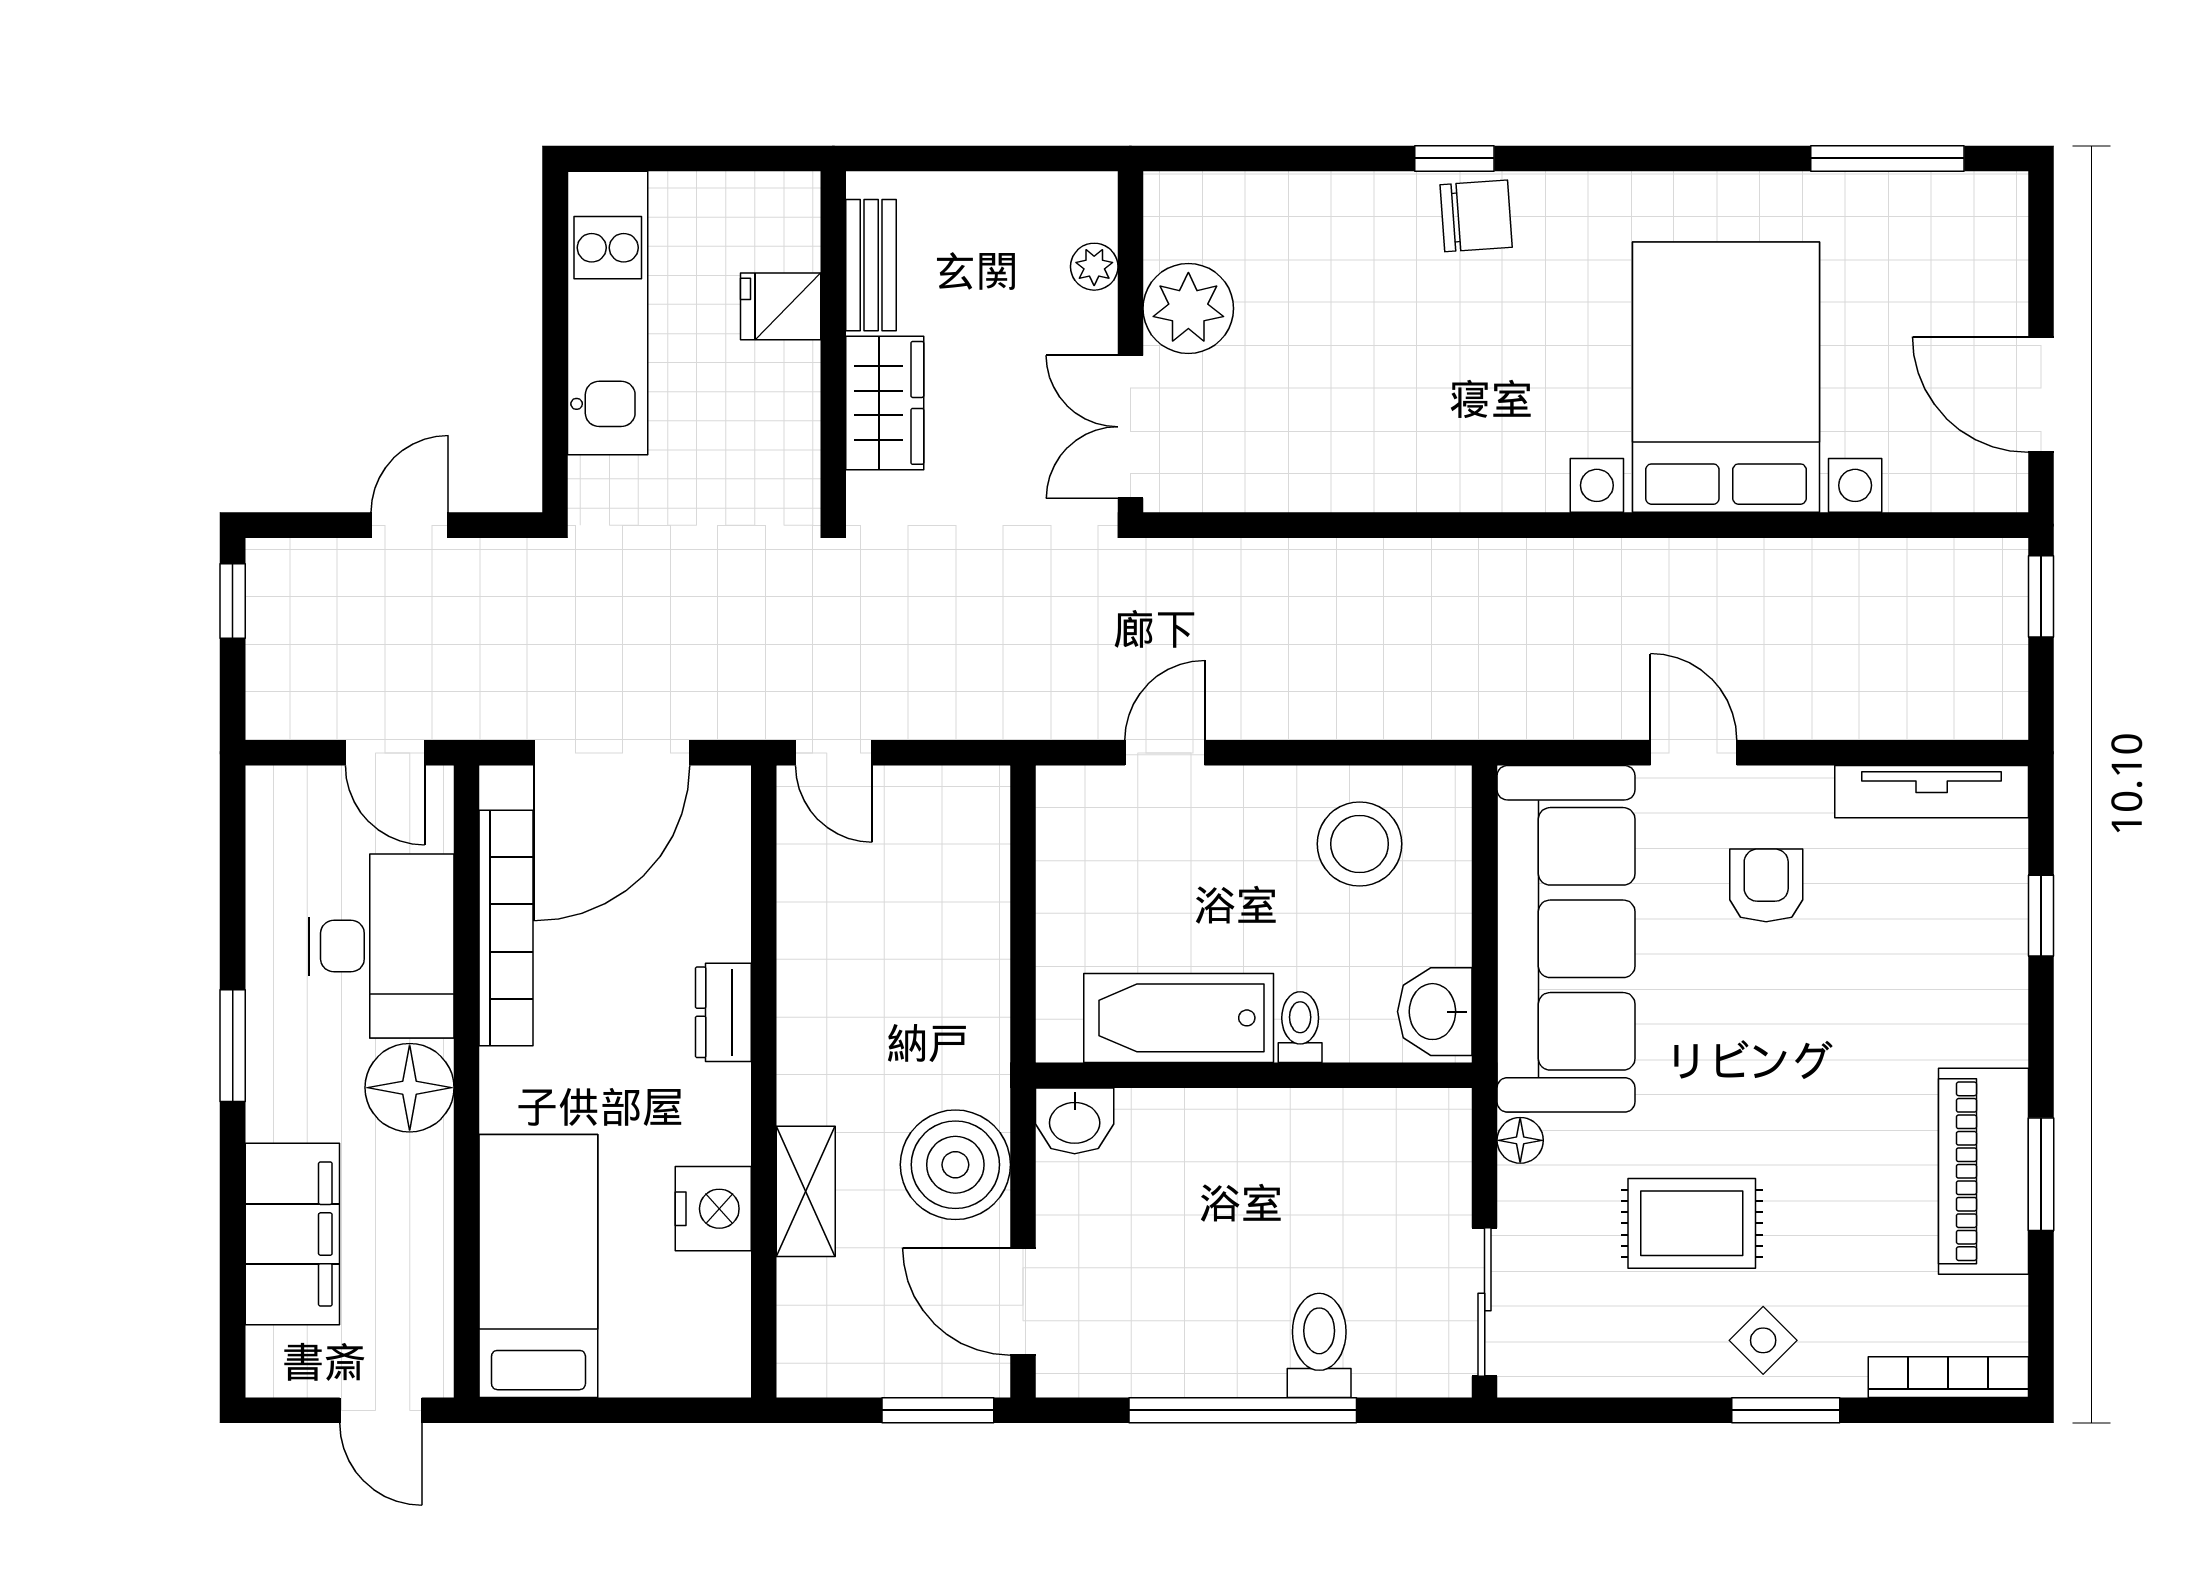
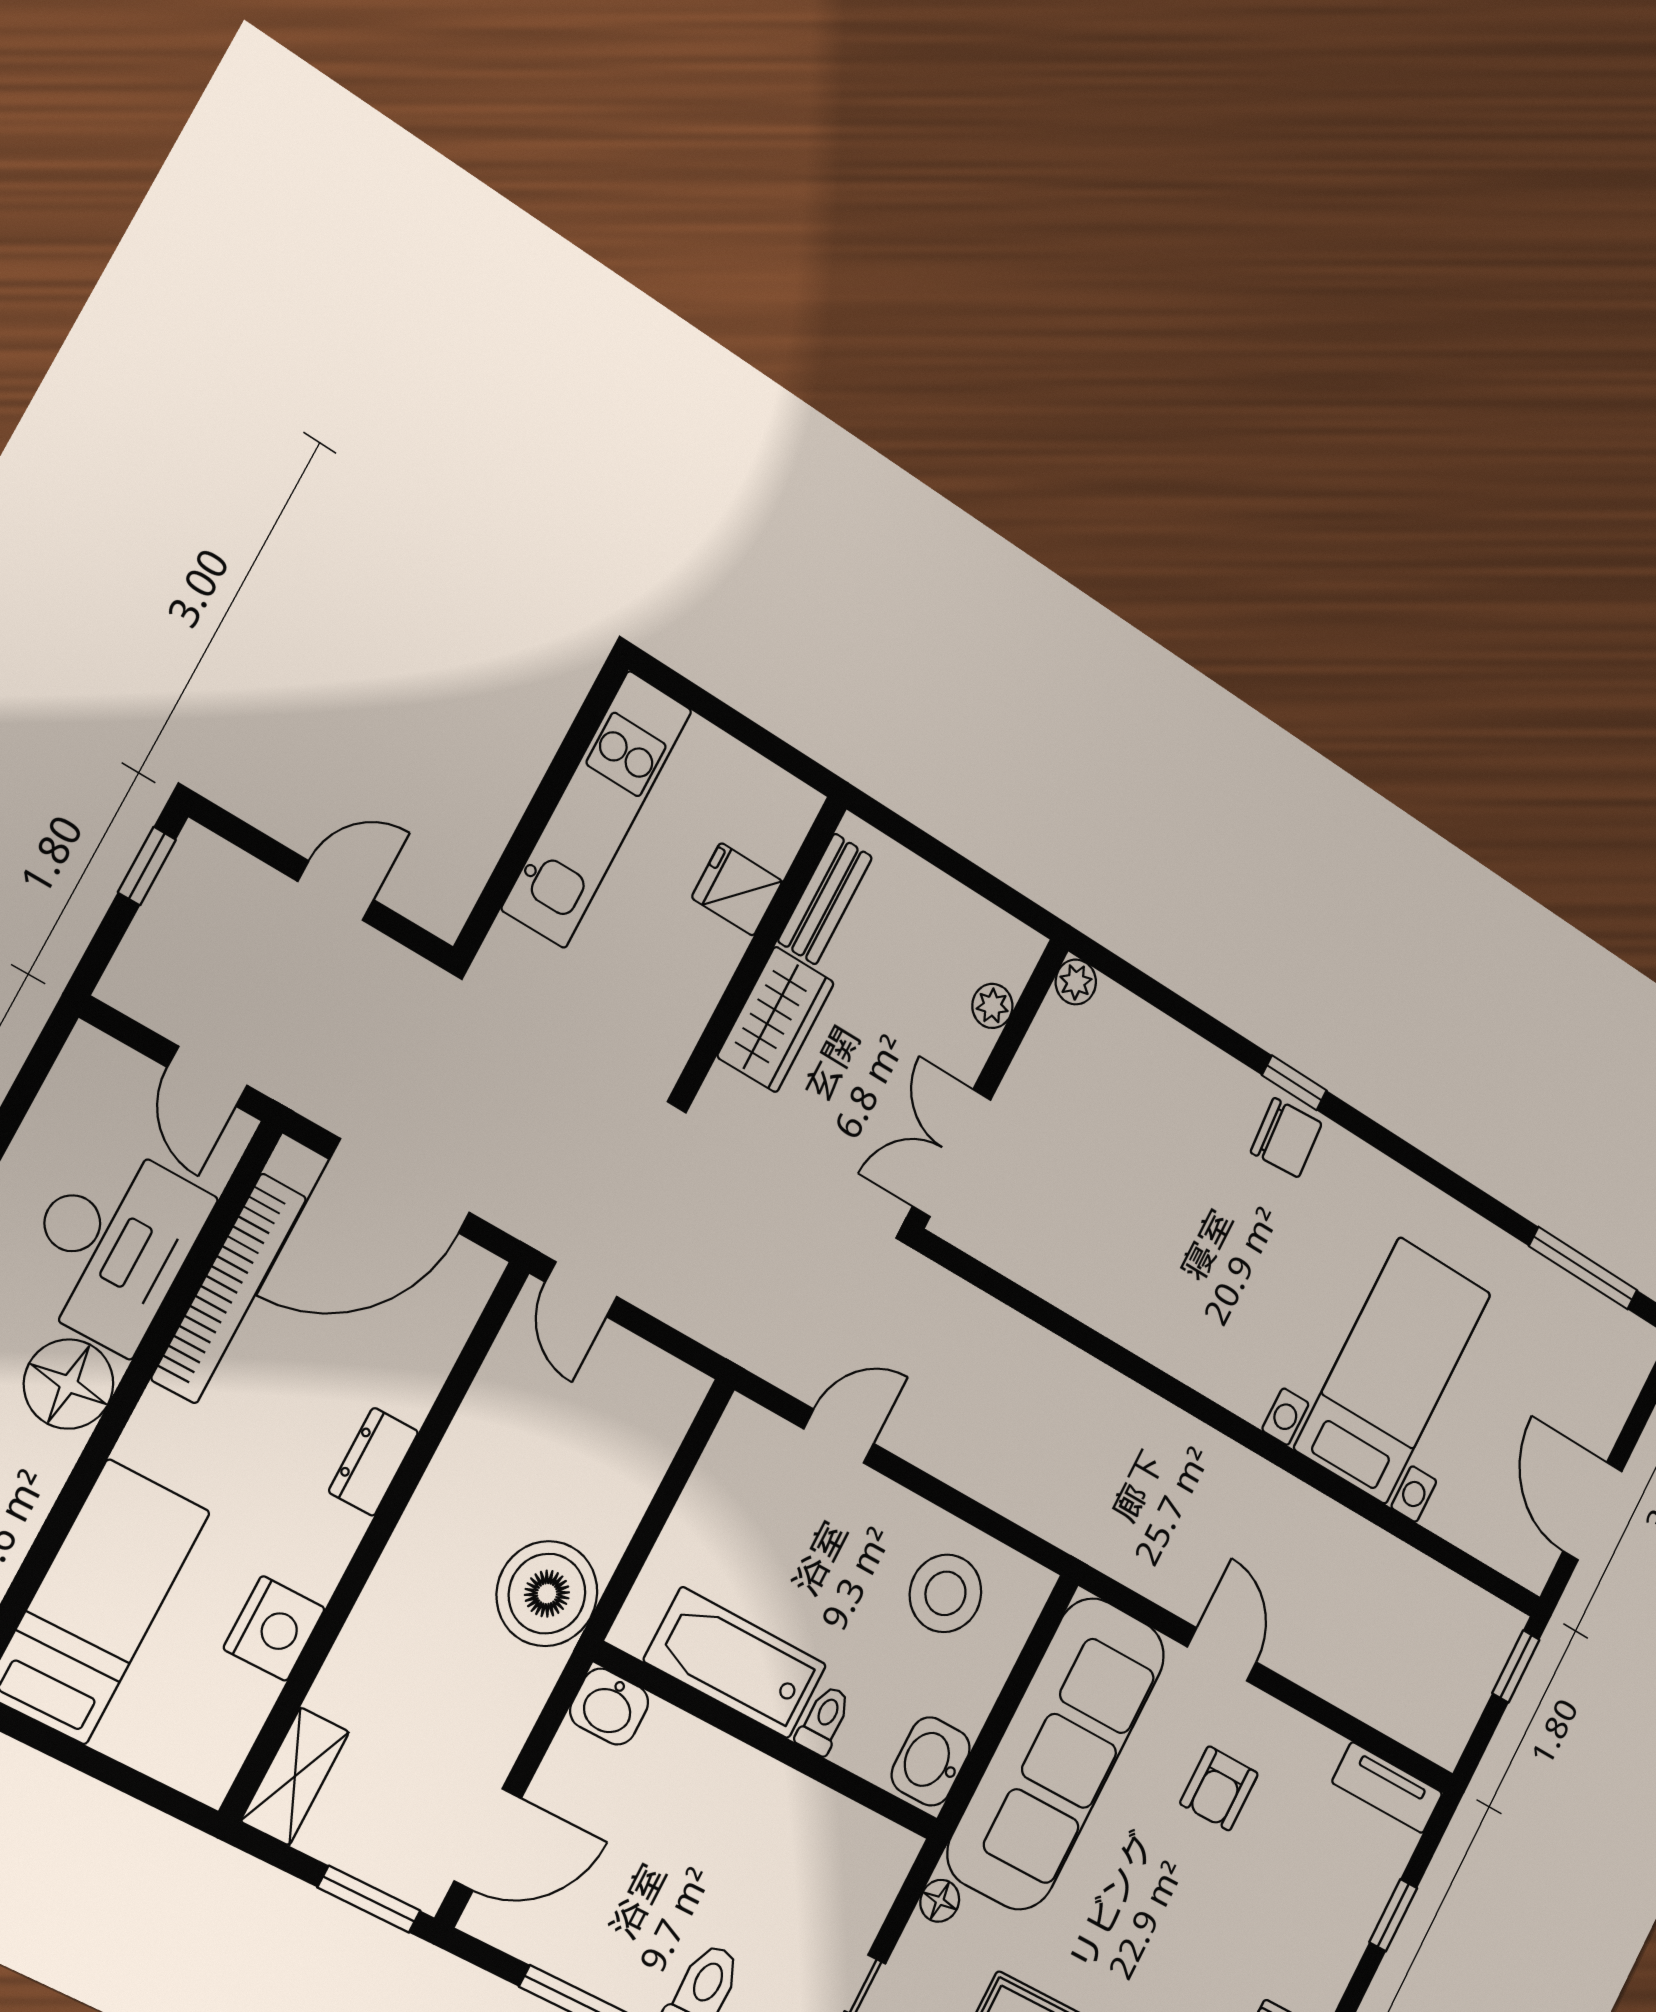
plant: (1188, 308) -> (1076, 982), moved, width x0.53, depth x0.53
bed with nightstands: (1726, 377) -> (1393, 1371), width x0.73
tv unit: (1932, 792) -> (1387, 1788), width x0.71
armchair: (1766, 885) -> (1219, 1788), turned 180
boiler: (955, 1165) -> (547, 1594), moved
shelving: (806, 1191) -> (295, 1776), moved
door: (1023, 1301) -> (488, 1840), swing flipped

